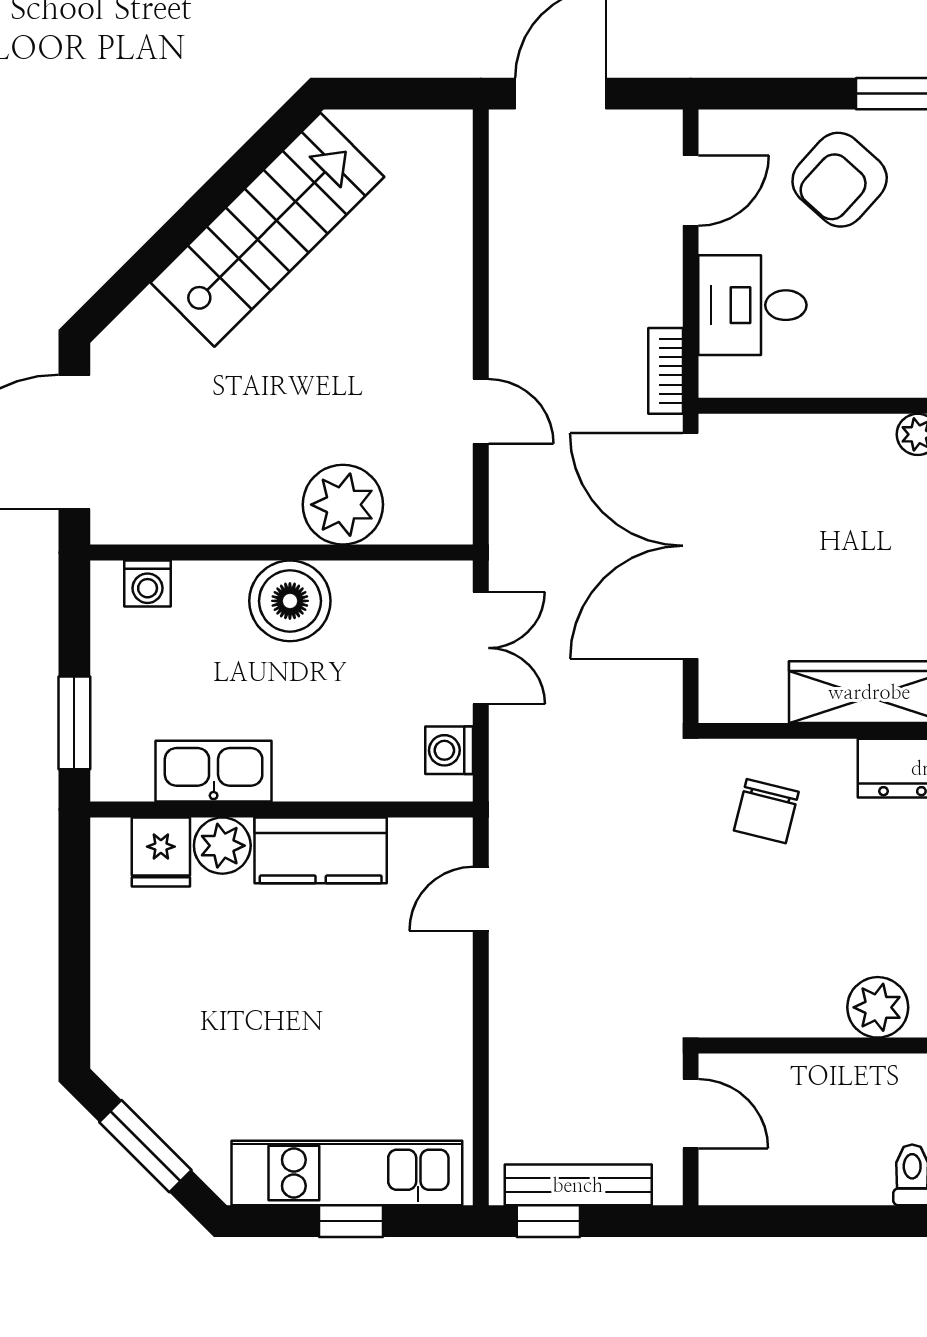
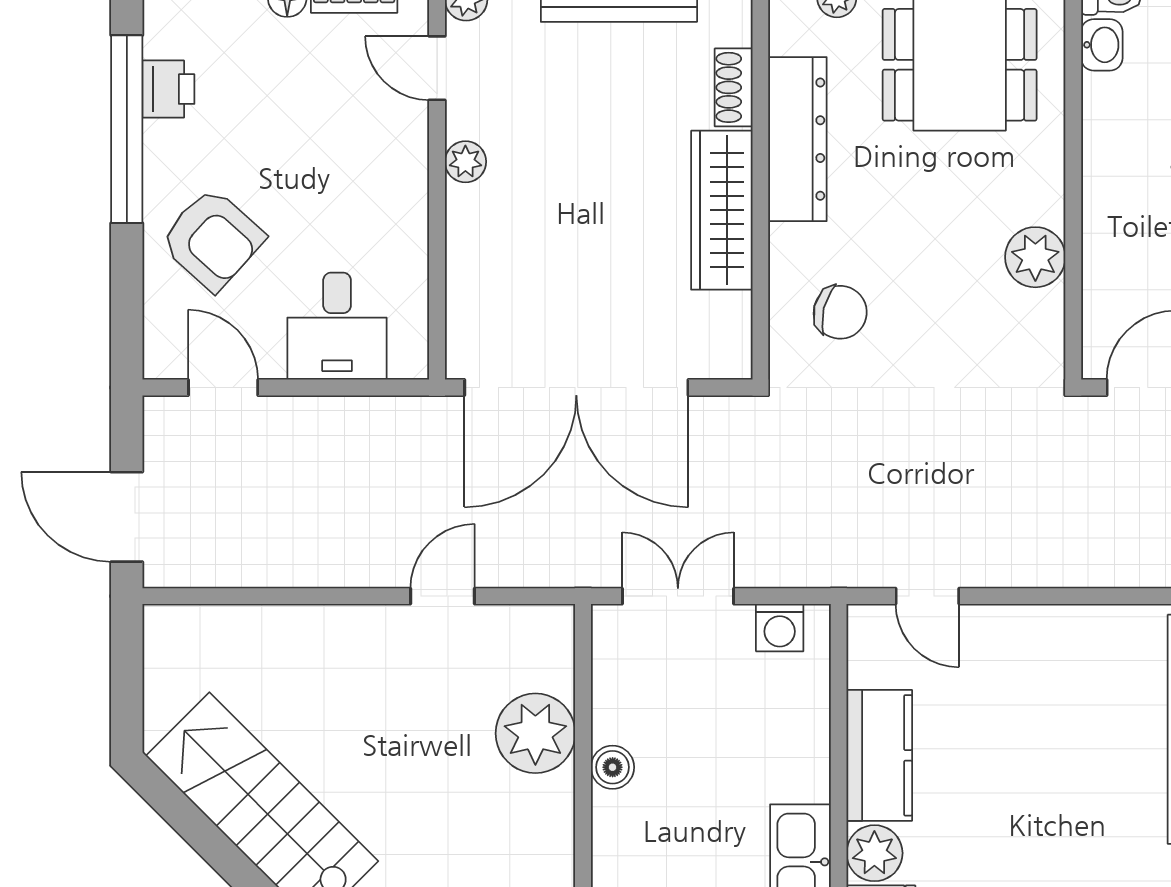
bookcase: (666, 371) -> (402, 412), removed
boiler: (290, 601) -> (613, 767), width x0.54, depth x0.54
plant: (878, 1007) -> (1035, 257), moved

